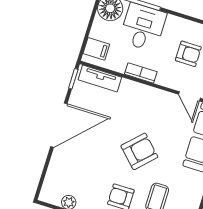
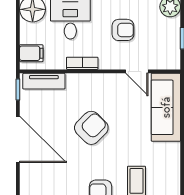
door: (59, 125) -> (18, 139), hinge flipped
armchair: (139, 151) -> (91, 128), moved

